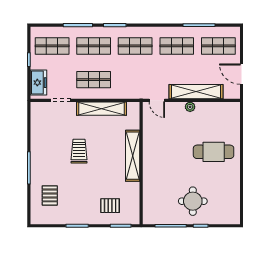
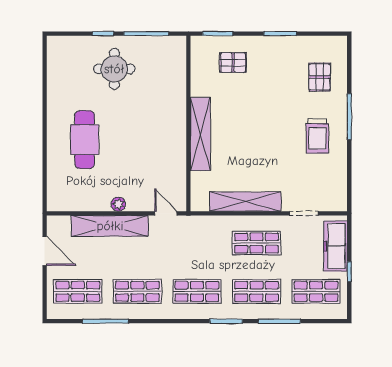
freezer: (39, 83) -> (336, 246), width x1.40
trolley: (79, 151) -> (317, 136), moved
cafe table: (214, 152) -> (85, 140), turned 90

